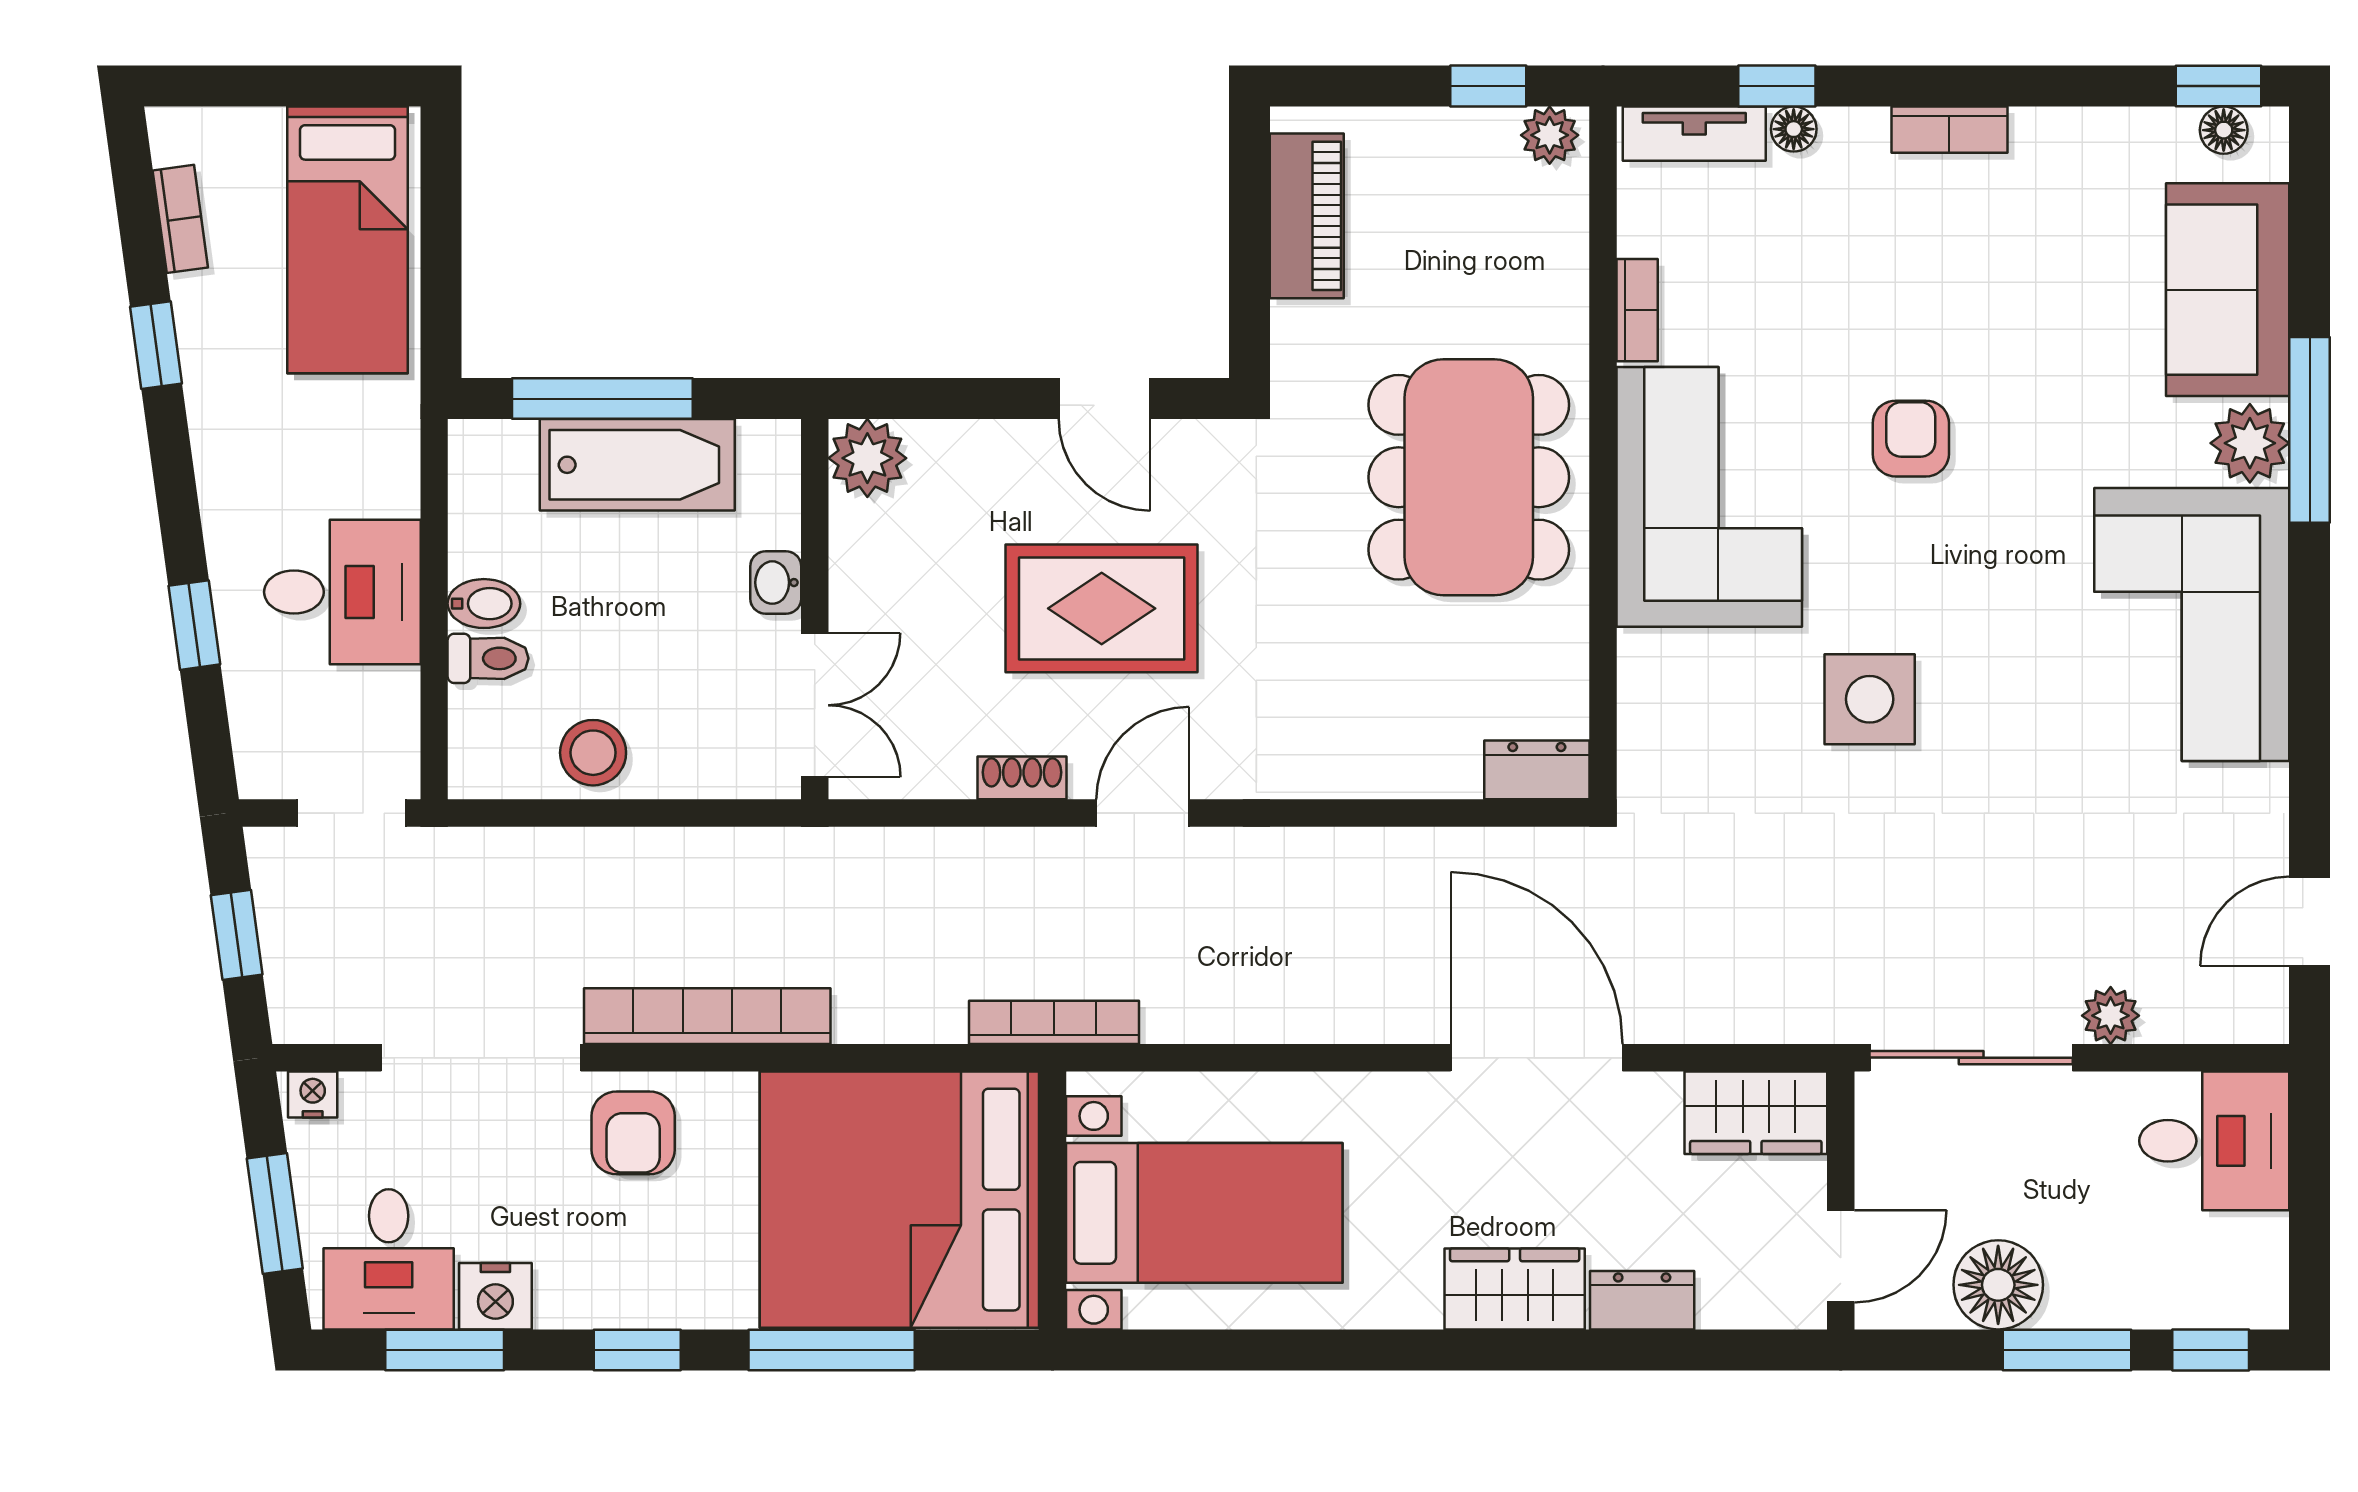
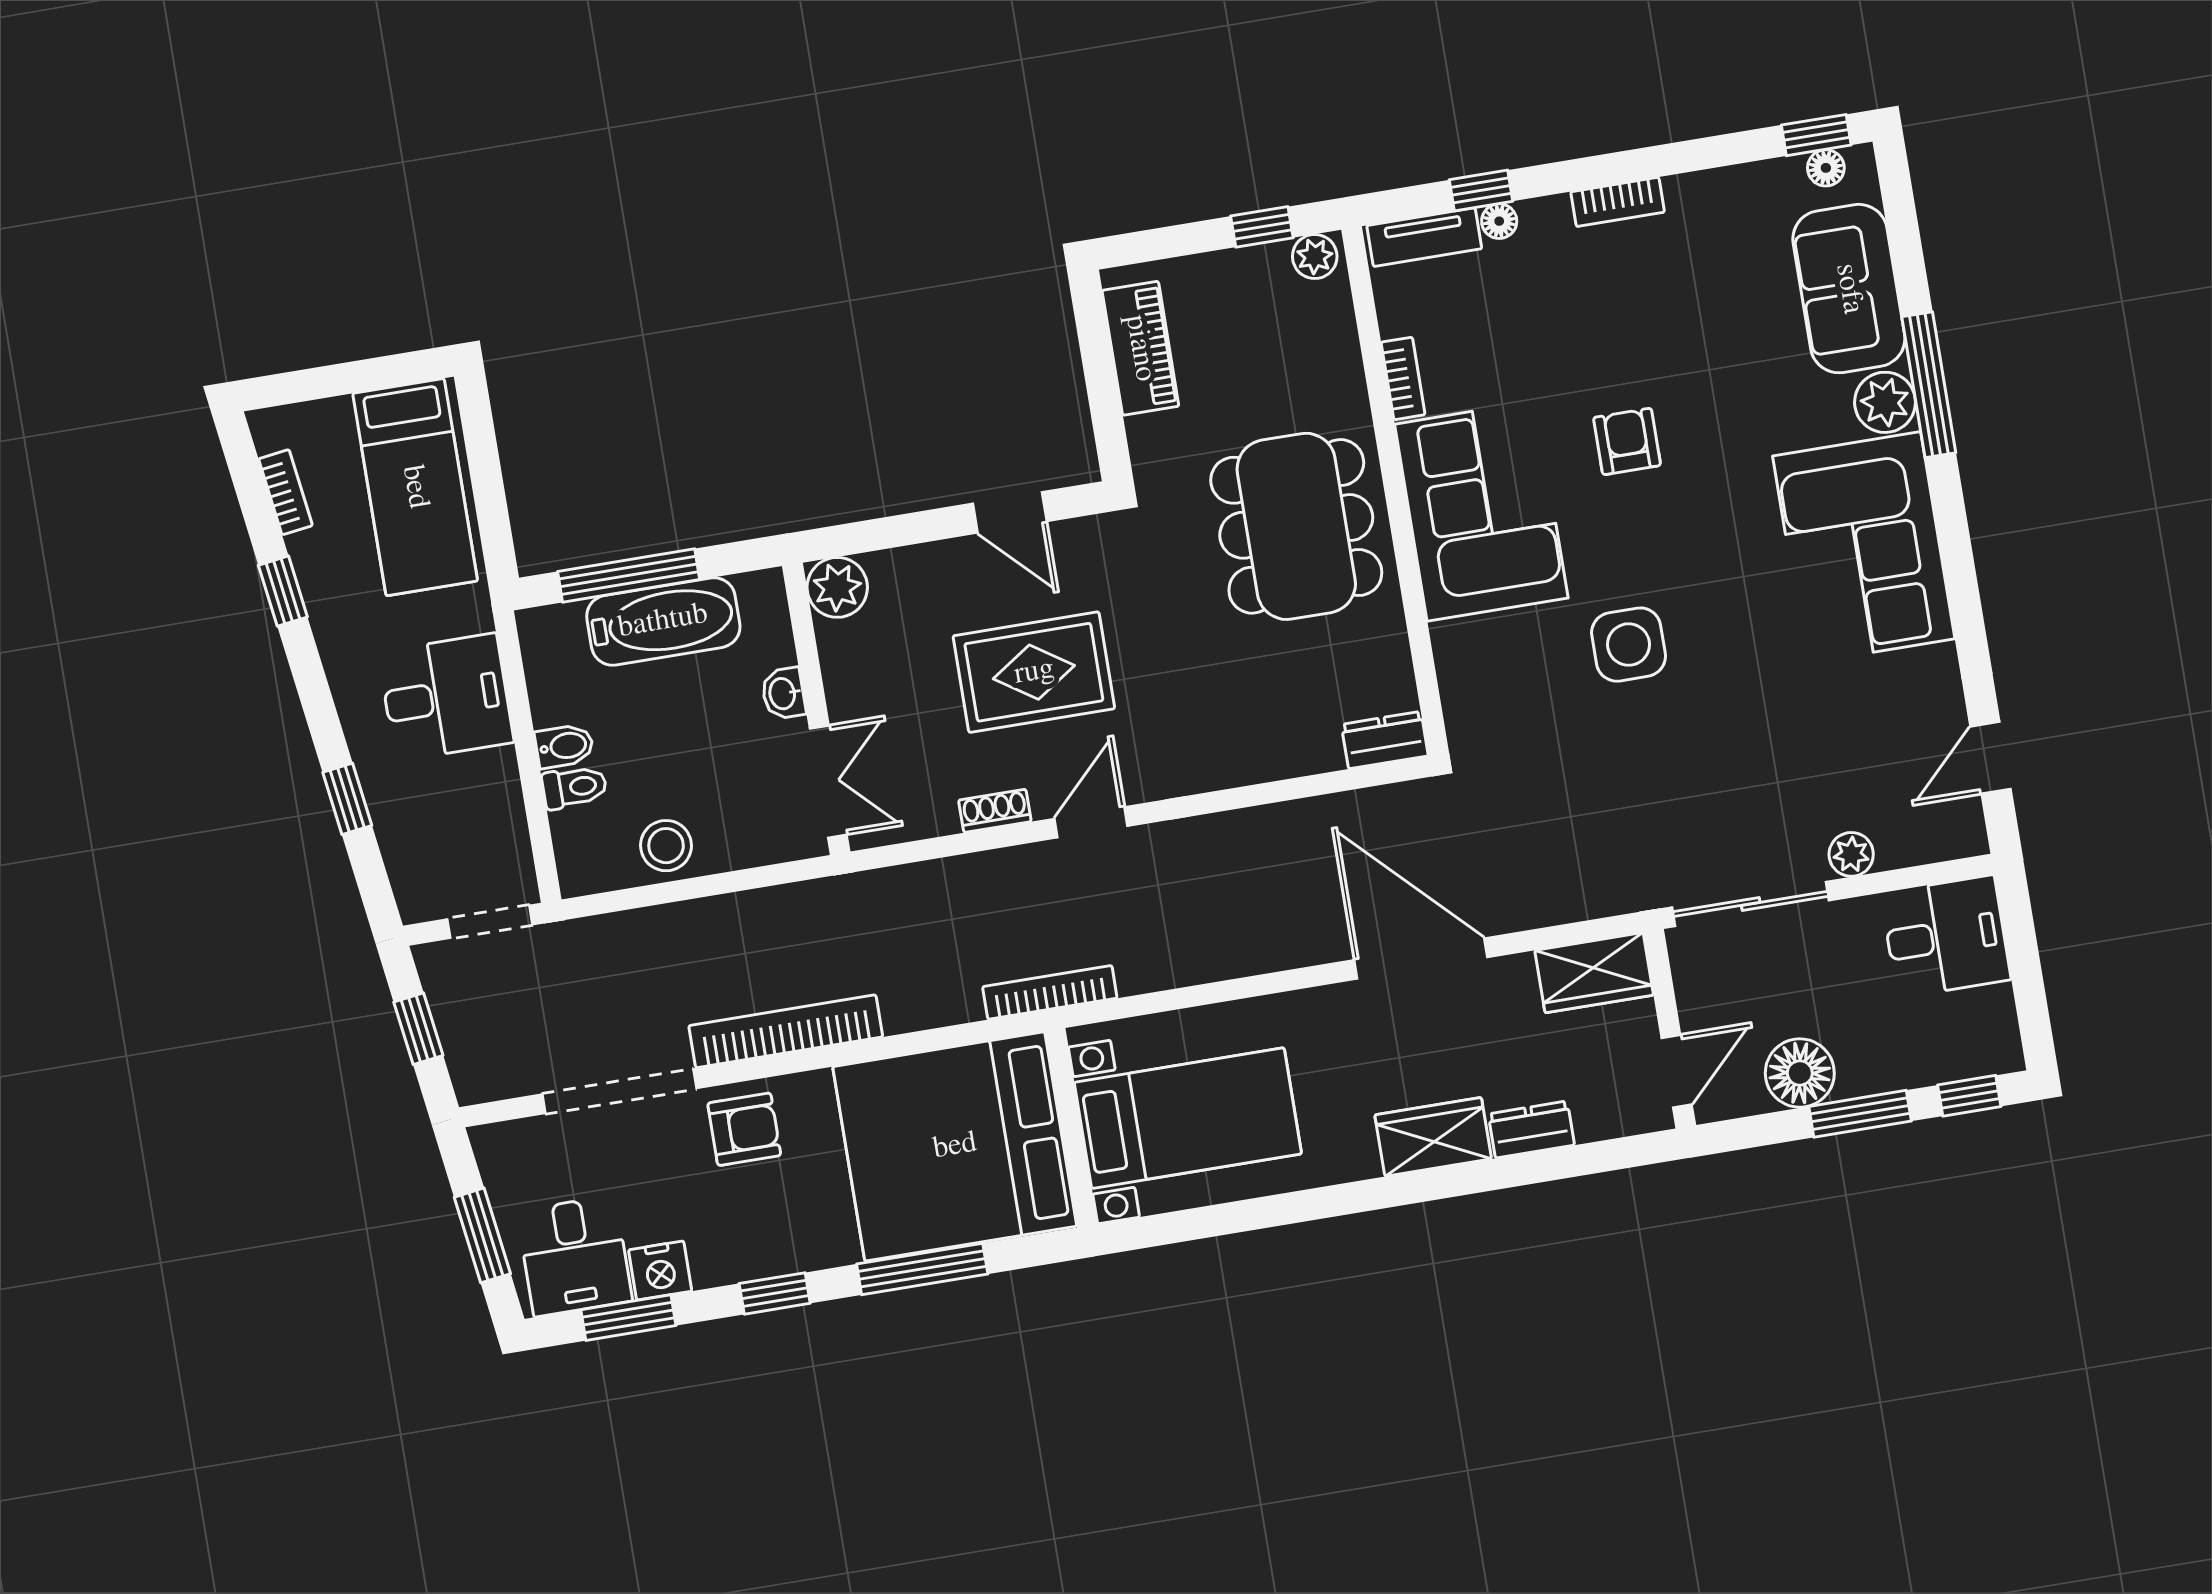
desk: (342, 592) -> (446, 697), moved
nightstand: (313, 1094) -> (496, 1140), removed
armchair: (633, 1133) -> (744, 1129), turned -90

